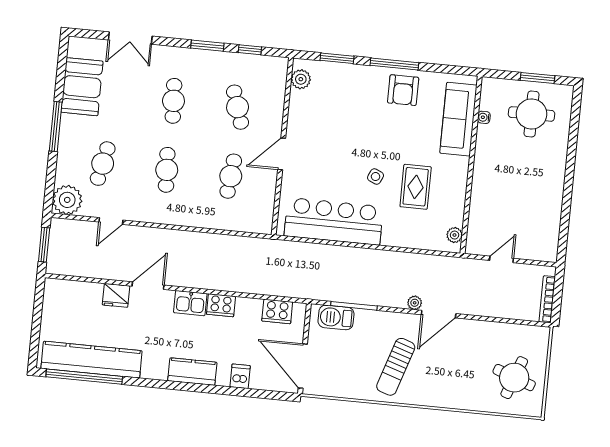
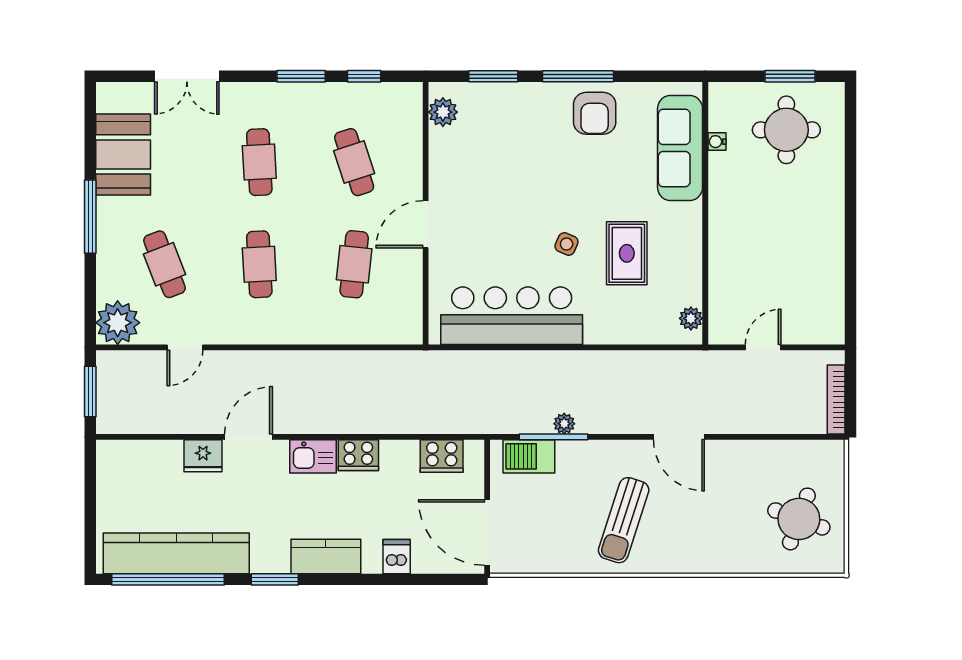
cafe table: (103, 164) -> (164, 264), turned -33
plant: (415, 303) -> (564, 424), moved
door: (439, 314) -> (679, 437), hinge flipped
window: (156, 384) -> (275, 579), added

